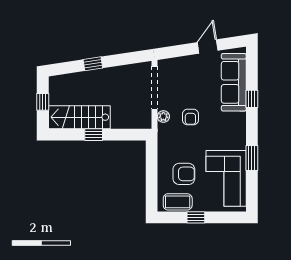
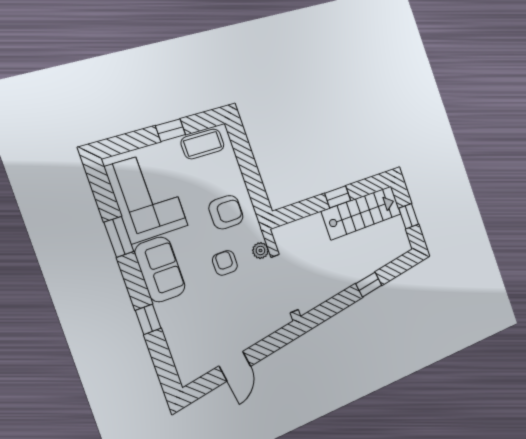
sofa: (234, 82) -> (160, 269), moved, width x0.73
armchair: (184, 174) -> (226, 212), moved, turned 180

